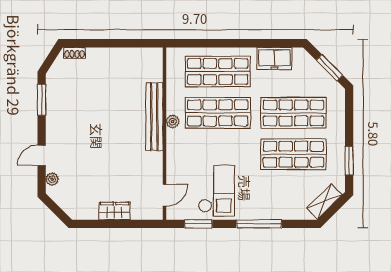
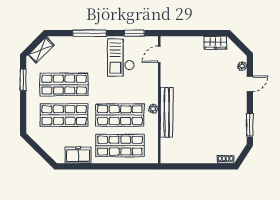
window: (330, 68) -> (37, 148), removed
wardrobe: (114, 211) -> (215, 43), moved

